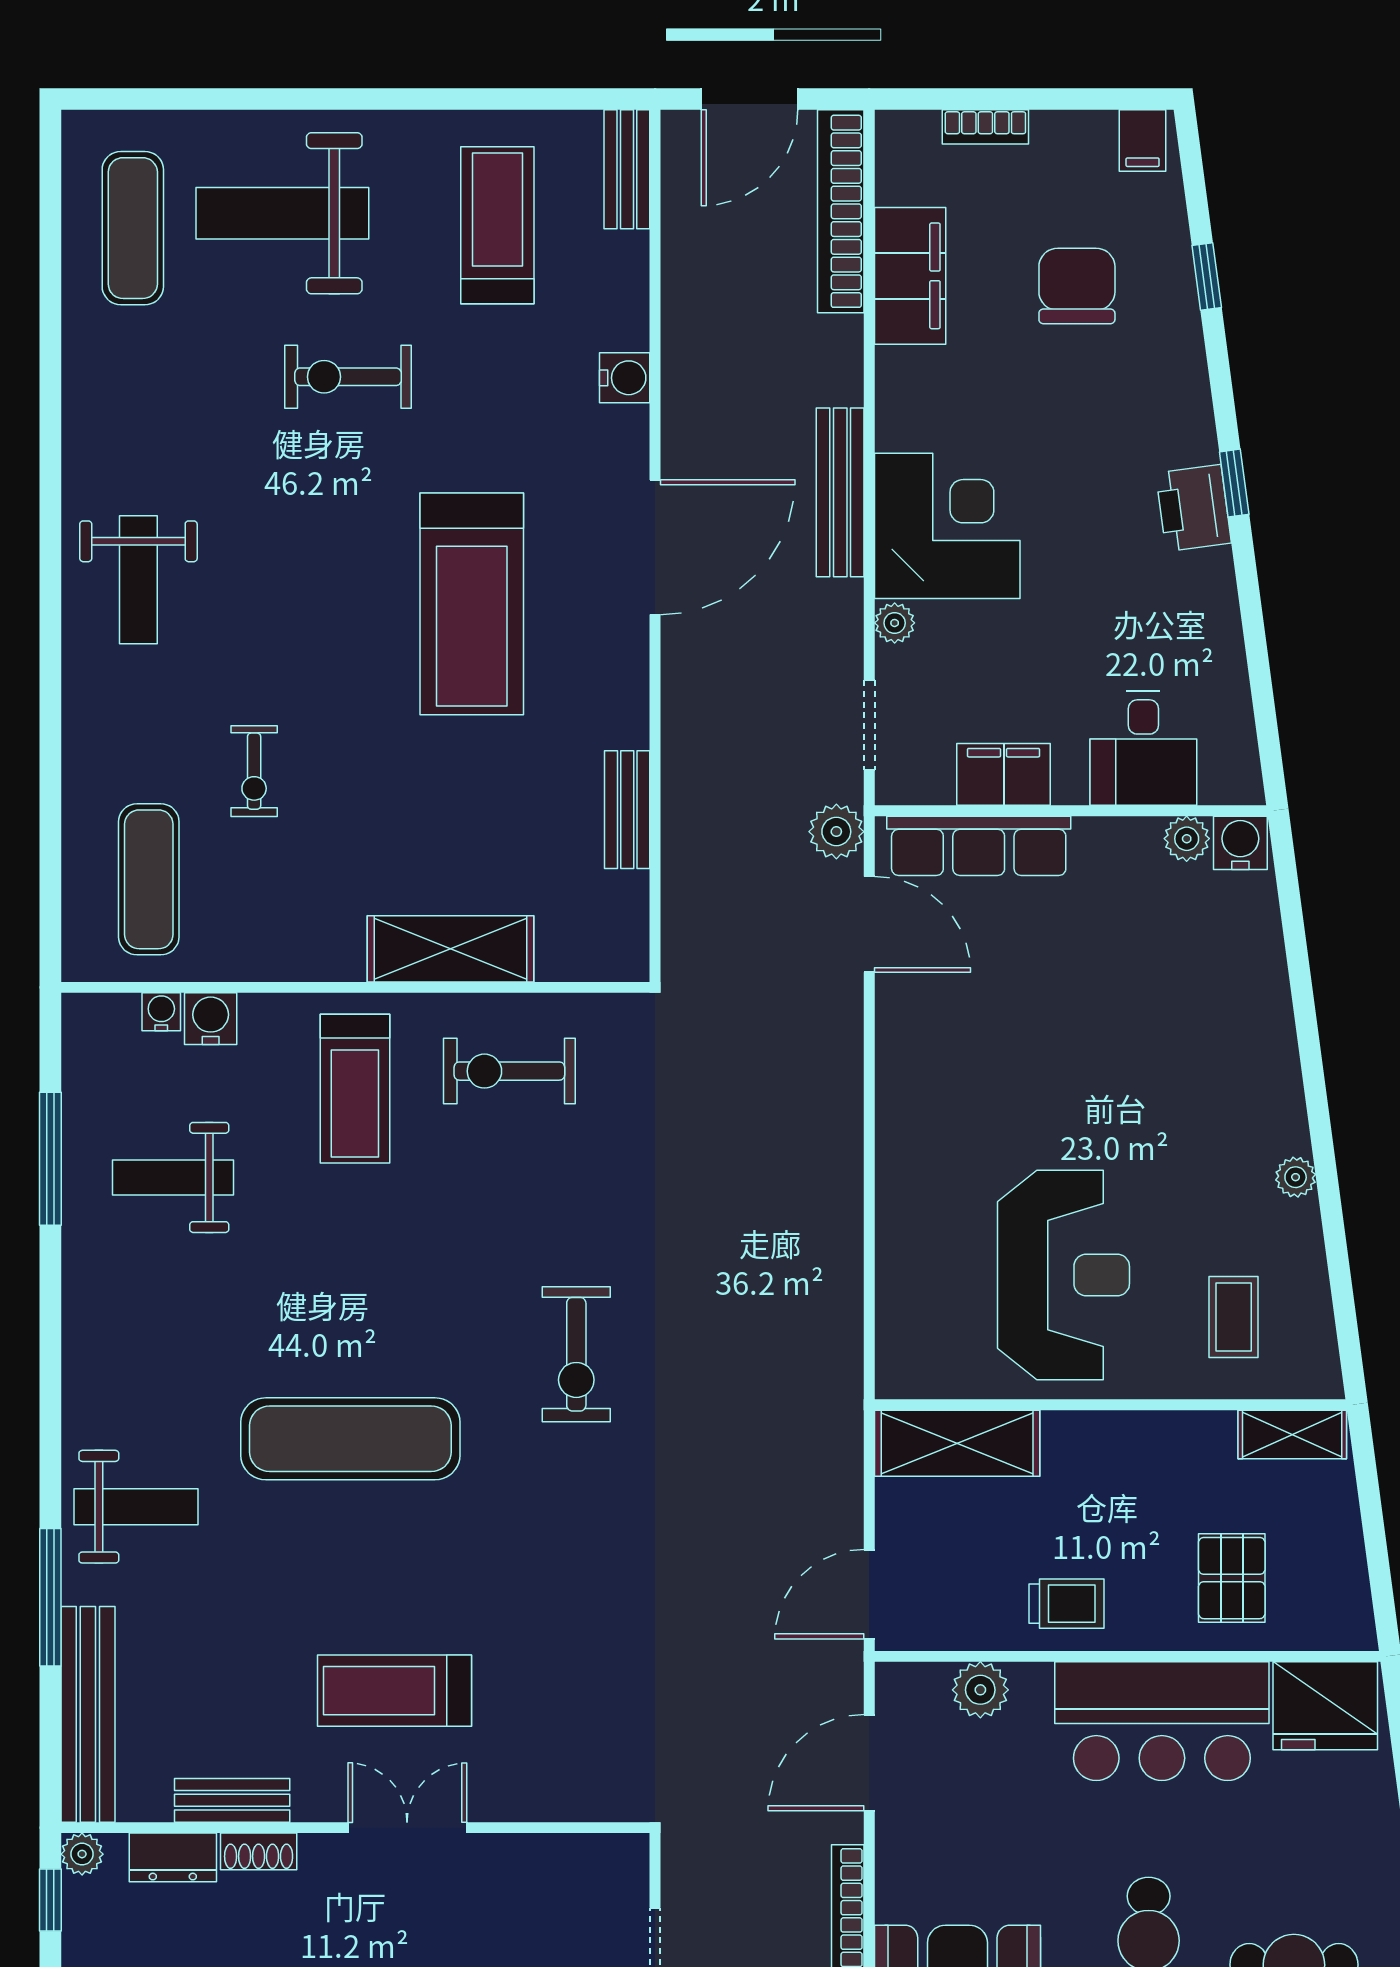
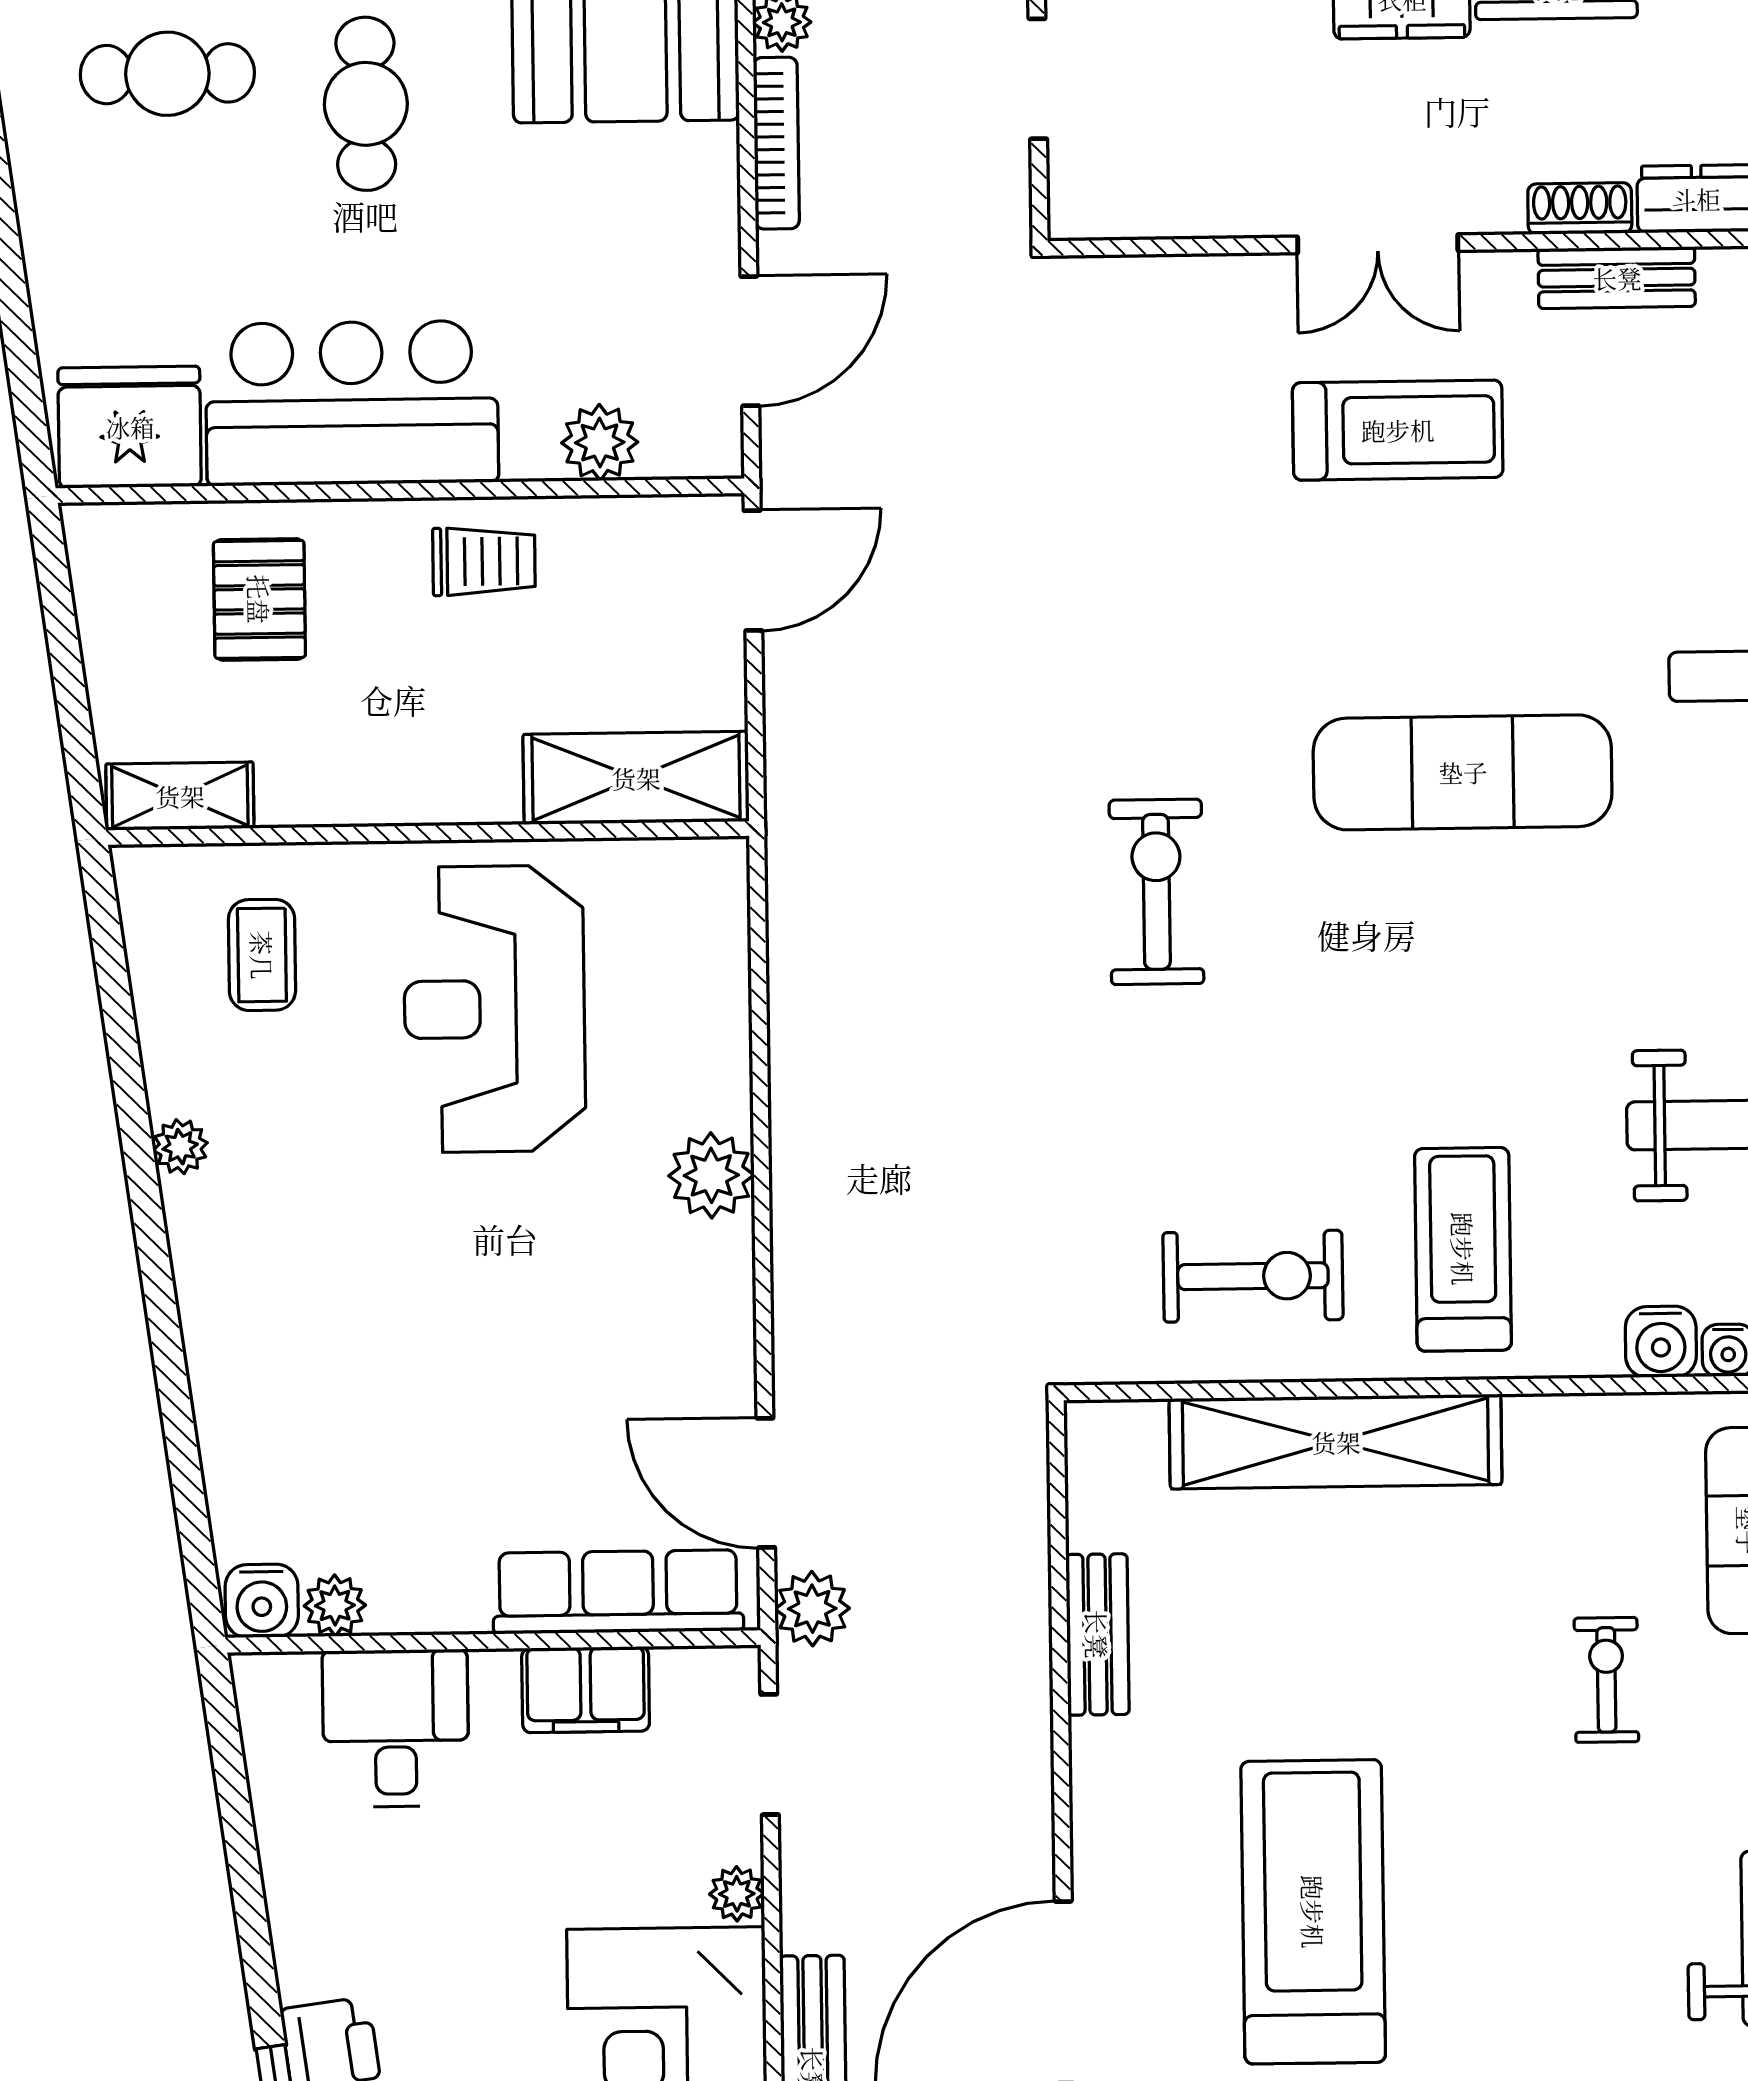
shelving: (450, 949) -> (1336, 1442), width x1.47
plant: (906, 1151) -> (711, 1175), added
trolley: (1067, 1604) -> (484, 561), turned 180

